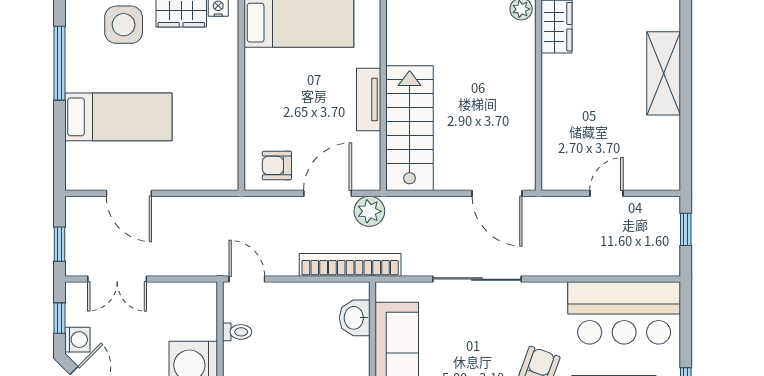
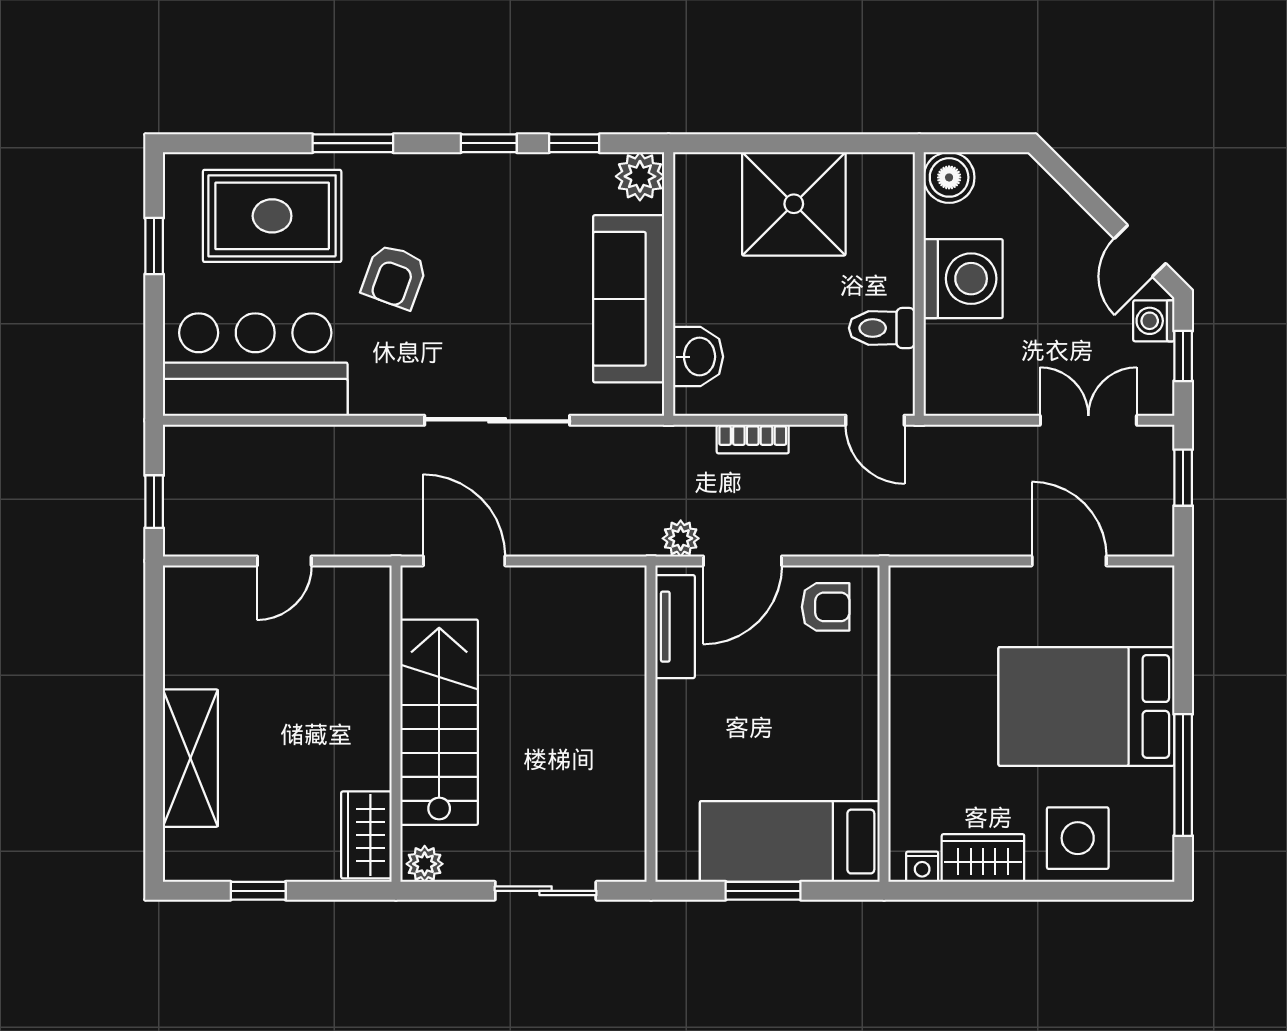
tv unit: (369, 100) -> (675, 627), moved
bed: (118, 117) -> (1086, 706), width x1.50
stairs: (410, 128) -> (439, 722), moved, turned 180
plant: (369, 211) -> (681, 538), width x0.73, depth x0.73
bookcase: (350, 265) -> (753, 439), width x0.43, depth x0.76
toilet: (237, 332) -> (882, 328), width x1.37, depth x1.39

